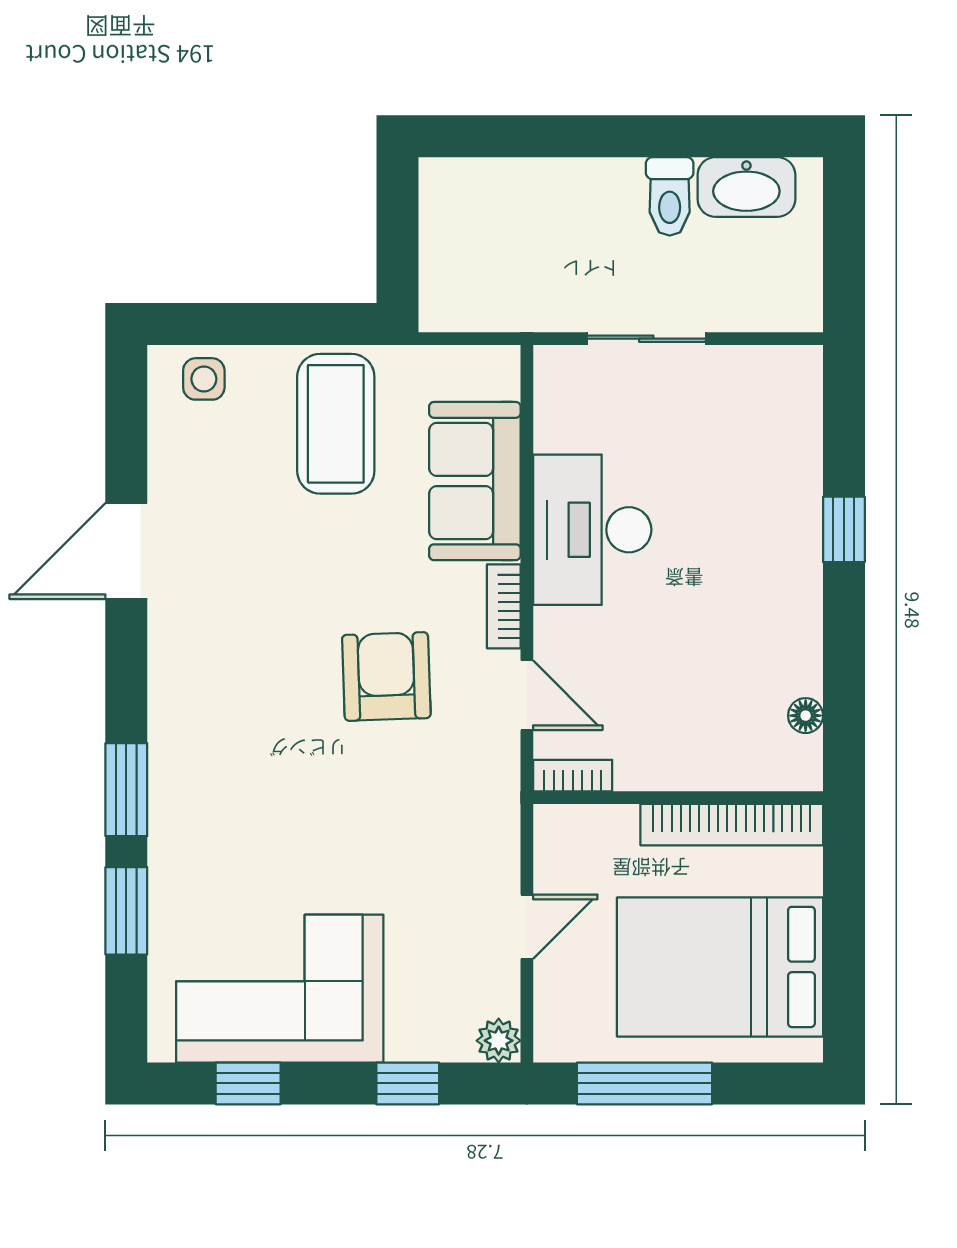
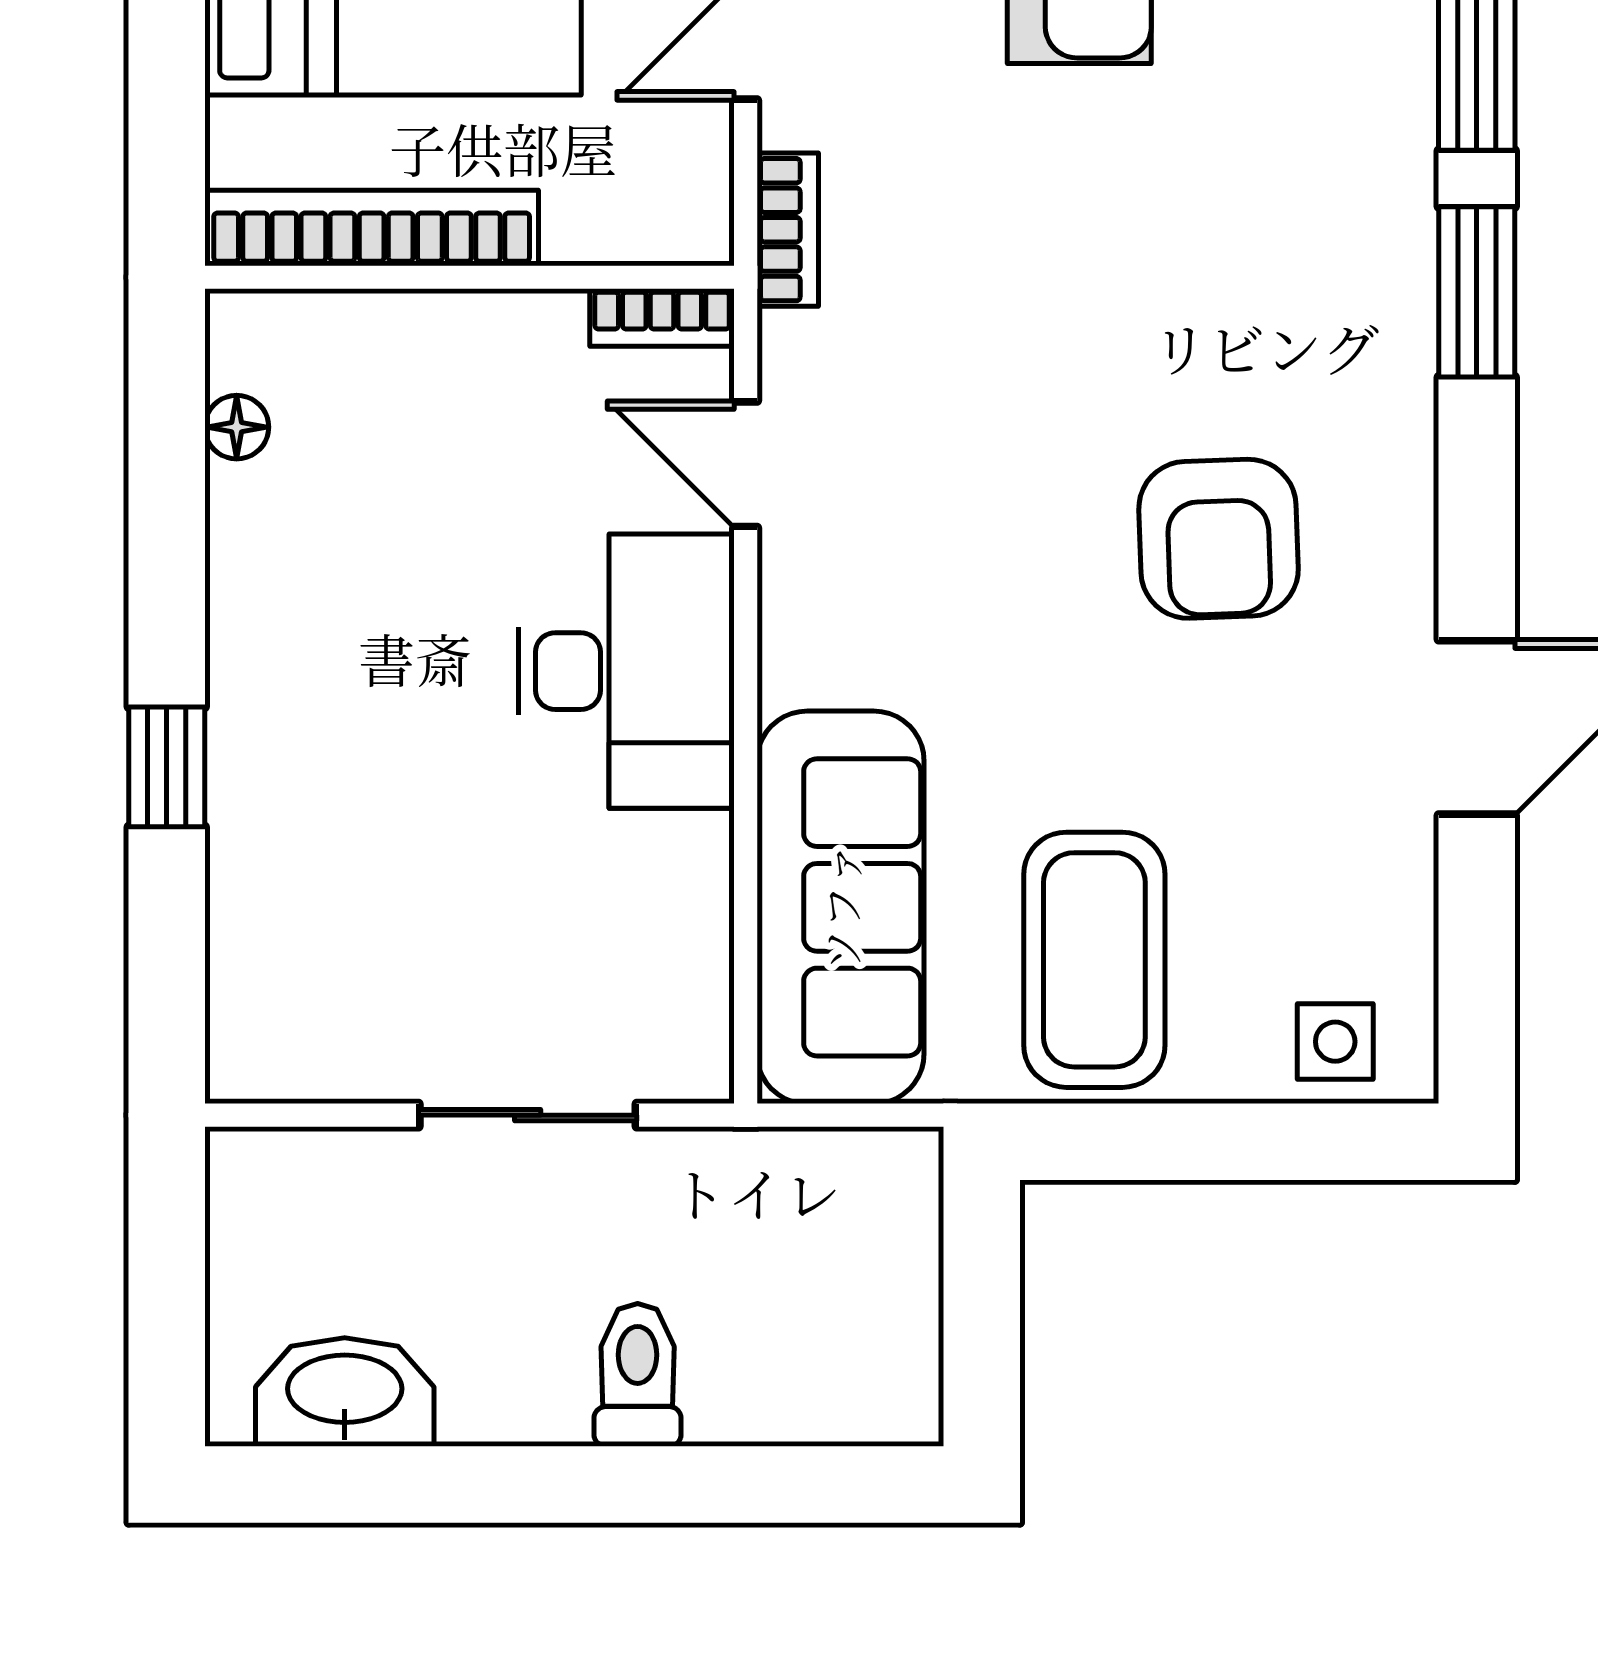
toilet: (670, 196) -> (638, 1375), moved
sofa: (475, 481) -> (841, 907), width x1.36
desk: (592, 530) -> (626, 671), moved
bookcase: (504, 606) -> (788, 230), moved
armchair: (386, 676) -> (1219, 539), moved

